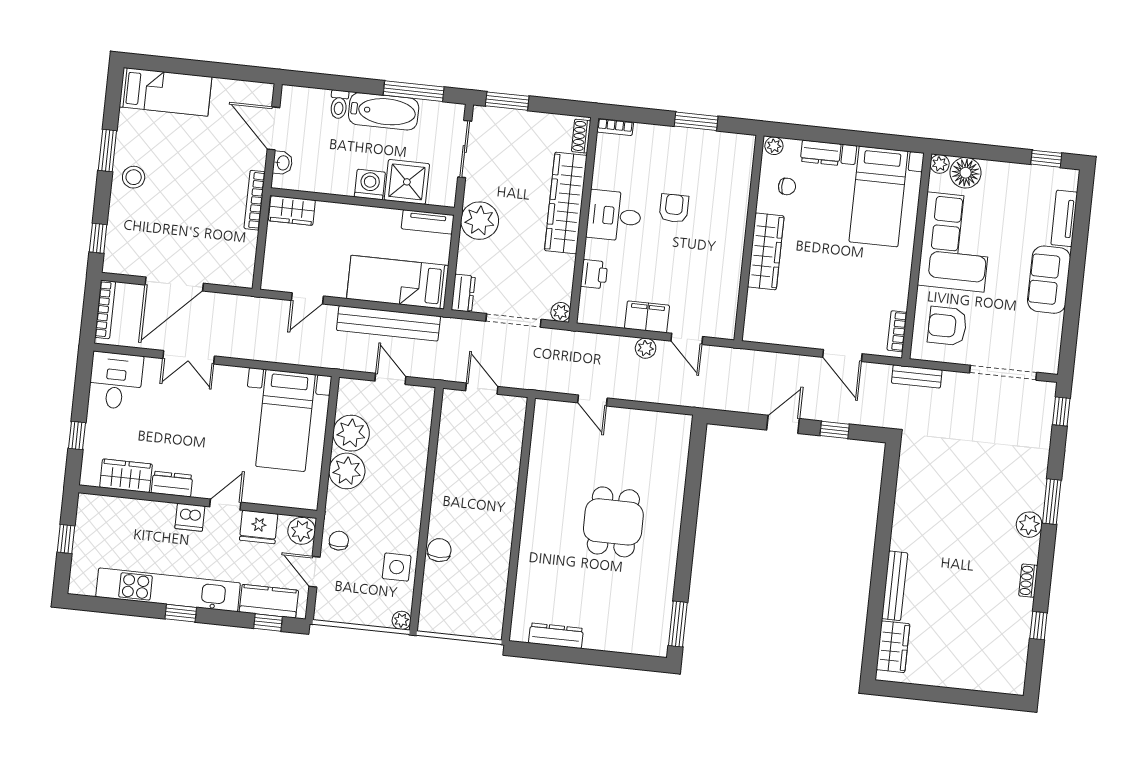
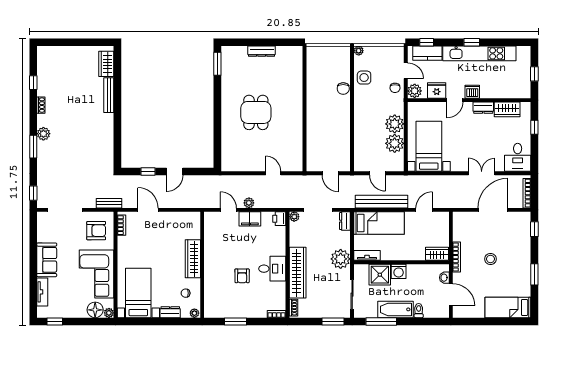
stool: (134, 177) -> (490, 259), moved
printer: (594, 274) -> (279, 219), moved
dresser: (556, 636) -> (262, 51), moved

